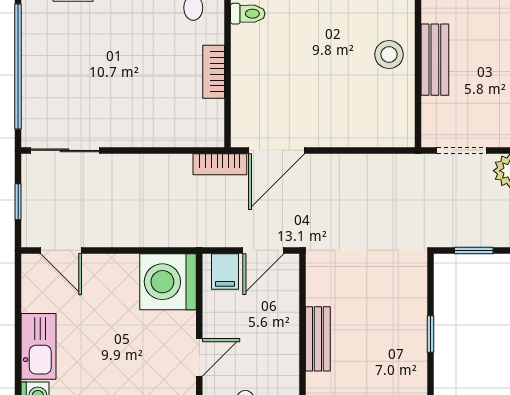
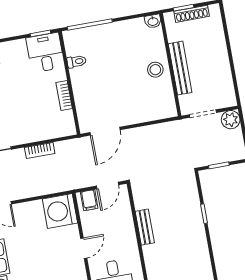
bench: (435, 60) -> (180, 68), width x1.36
bookcase: (220, 164) -> (40, 150), moved

